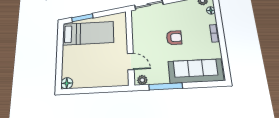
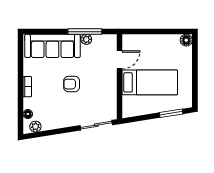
bed: (88, 33) -> (150, 82), moved, turned 180
door: (131, 61) -> (120, 60), swing flipped
plant: (142, 80) -> (86, 39), moved

